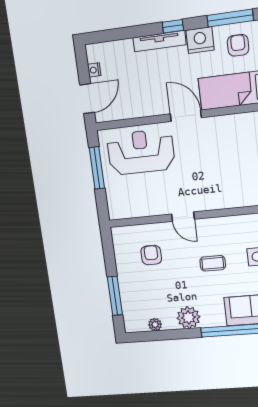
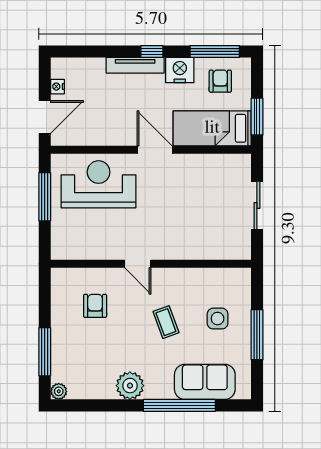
coffee table: (213, 263) -> (166, 322), turned 70
plant: (155, 325) -> (59, 391), moved

